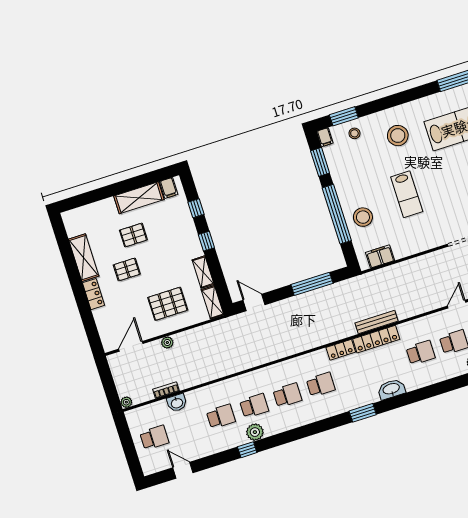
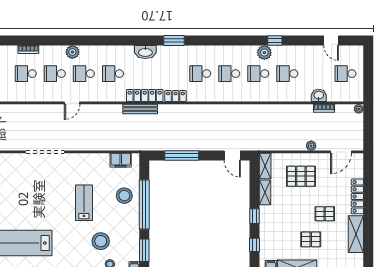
stool: (398, 136) -> (101, 241), moved
locker: (94, 294) -> (357, 196), width x1.53

